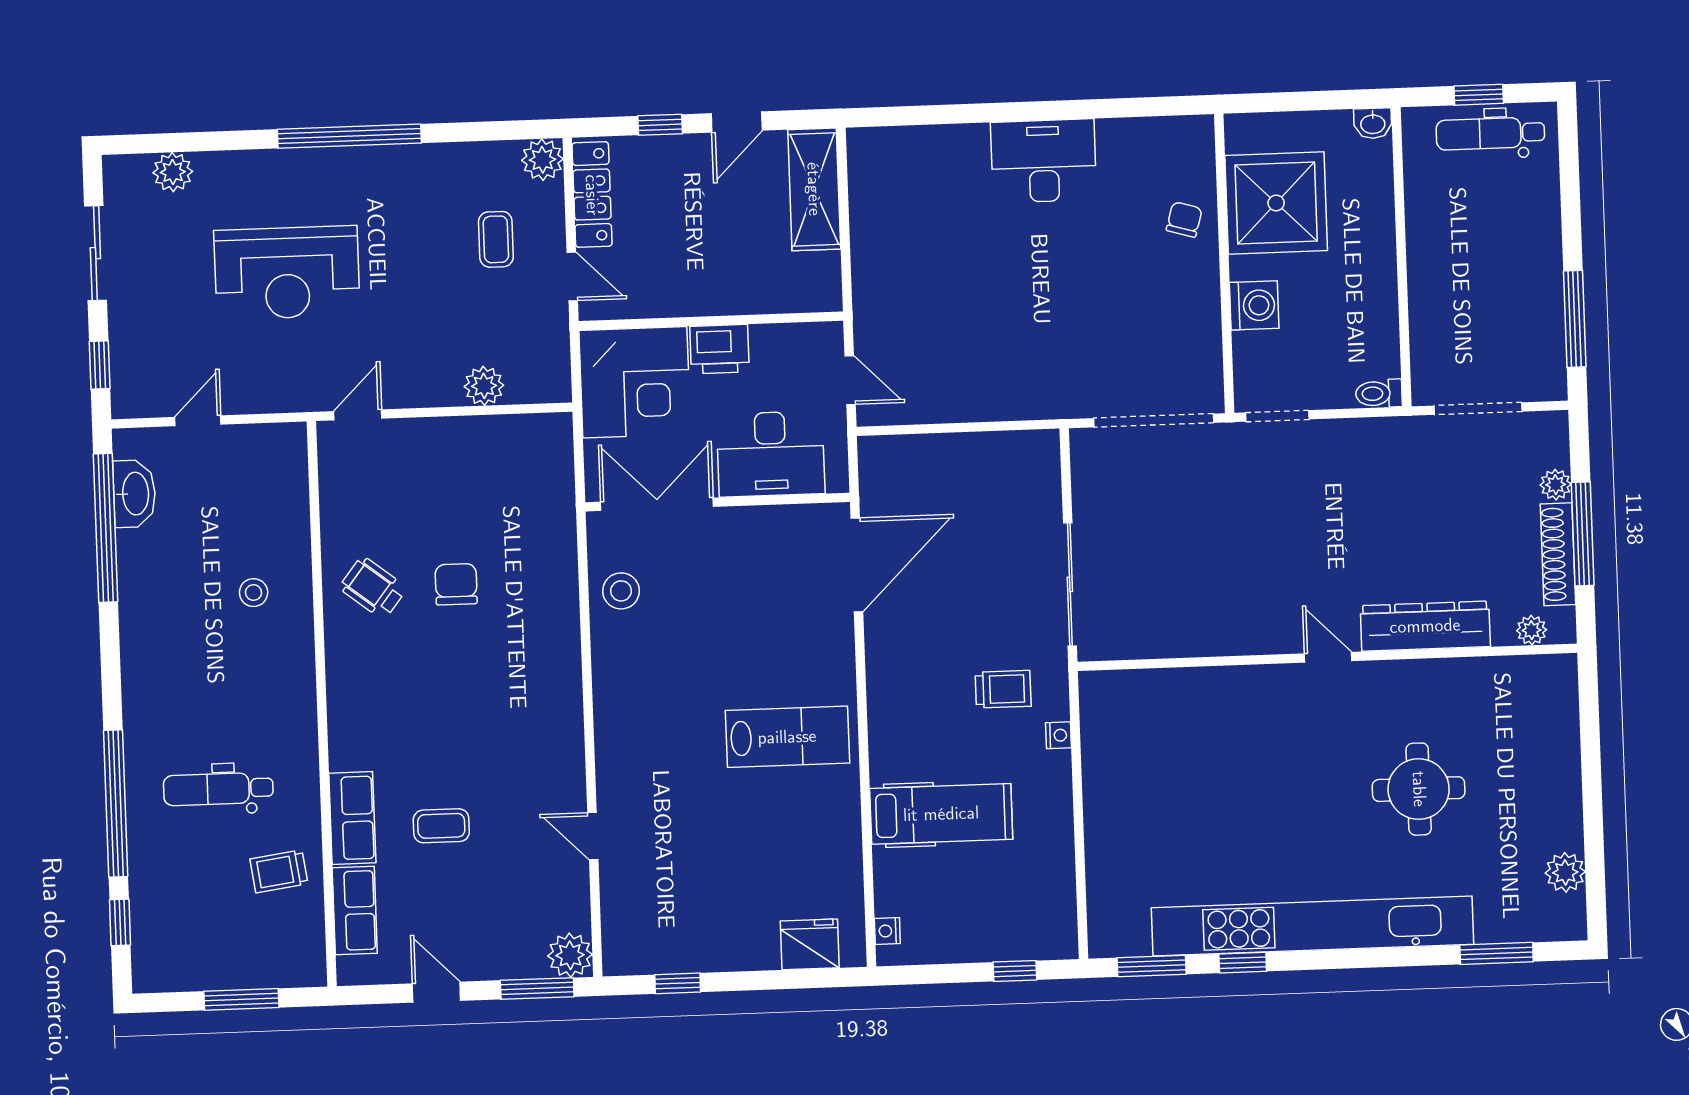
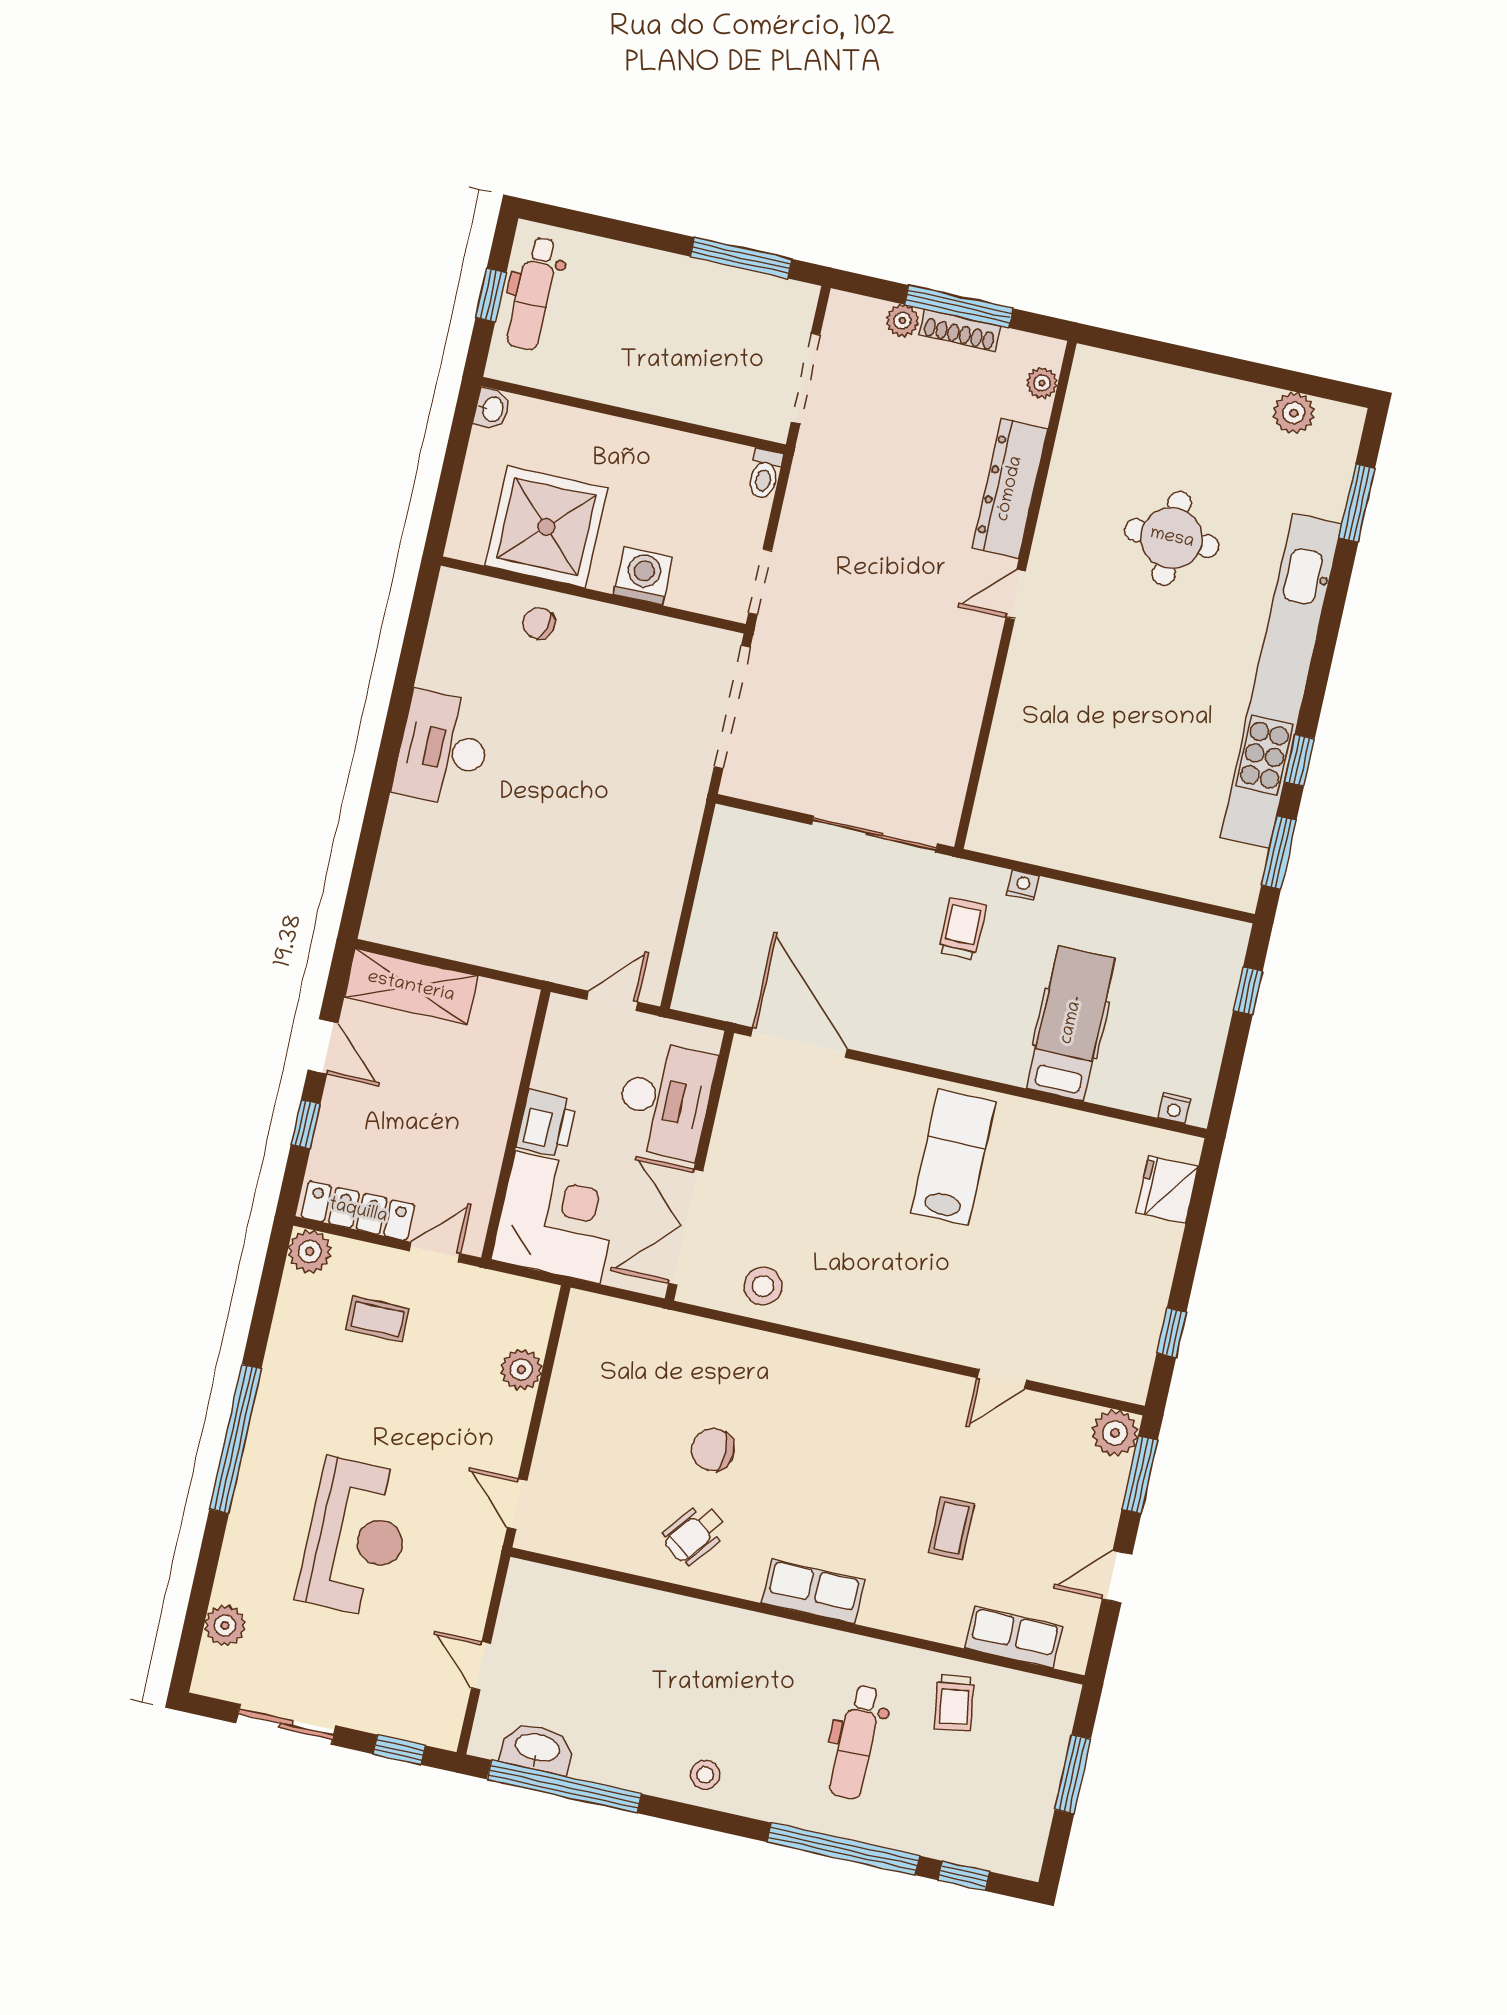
shoe rack: (1558, 554) -> (960, 330), width x0.74, depth x0.81
stool: (254, 593) -> (705, 1775), moved
row of seats: (352, 818) -> (813, 1591), moved

